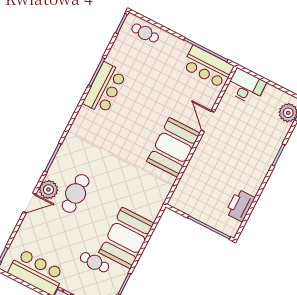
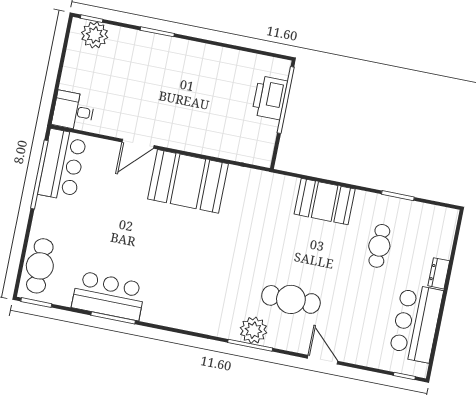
cafe table: (145, 33) -> (40, 266), width x1.37, depth x1.35
desk: (246, 87) -> (73, 111), width x0.73
bar counter: (105, 88) -> (109, 296), moved
plant: (48, 190) -> (253, 330), moved
printer: (240, 205) -> (270, 98), moved, turned 90
booth: (126, 238) -> (325, 202), width x0.73, depth x0.70

